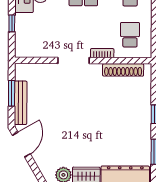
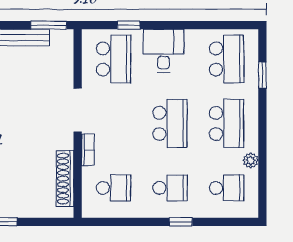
school desk: (36, 34) -> (113, 59), added
window: (12, 93) -> (49, 25), moved

